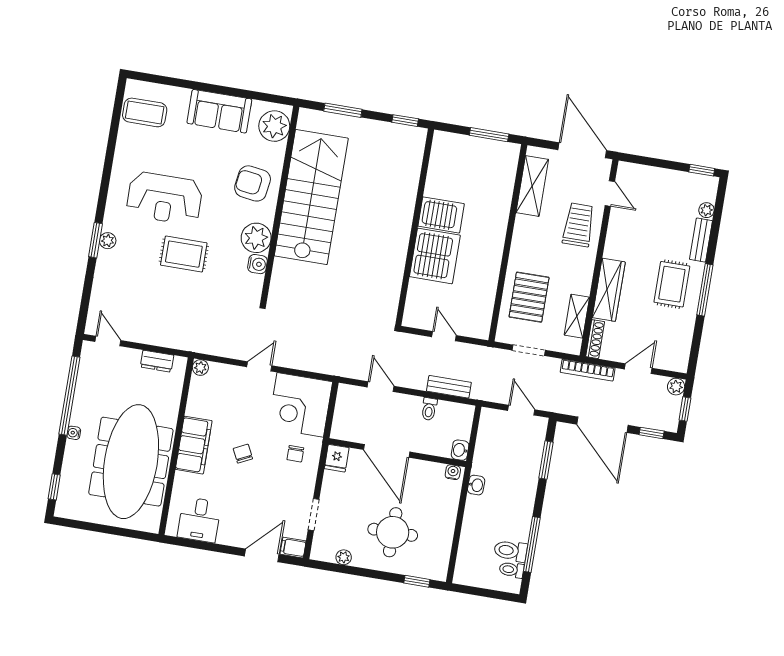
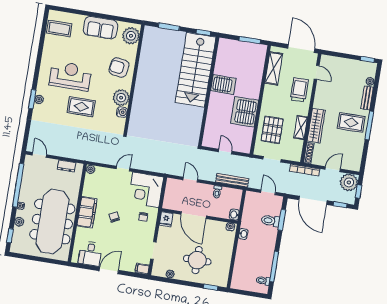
stairs: (311, 197) -> (196, 70), moved, turned 180
reception desk: (164, 198) -> (70, 76), turned 180
server rack: (435, 256) -> (245, 112), moved, turned 180
rug: (672, 284) -> (351, 122), turned 90
shelving: (577, 316) -> (301, 128), moved
bench: (449, 387) -> (232, 180), width x1.36
plant: (676, 387) -> (349, 182), width x1.87, depth x1.87
plant: (71, 462) -> (19, 222), added
toilet: (511, 551) -> (270, 221), moved
door: (262, 555) -> (109, 271), moved

